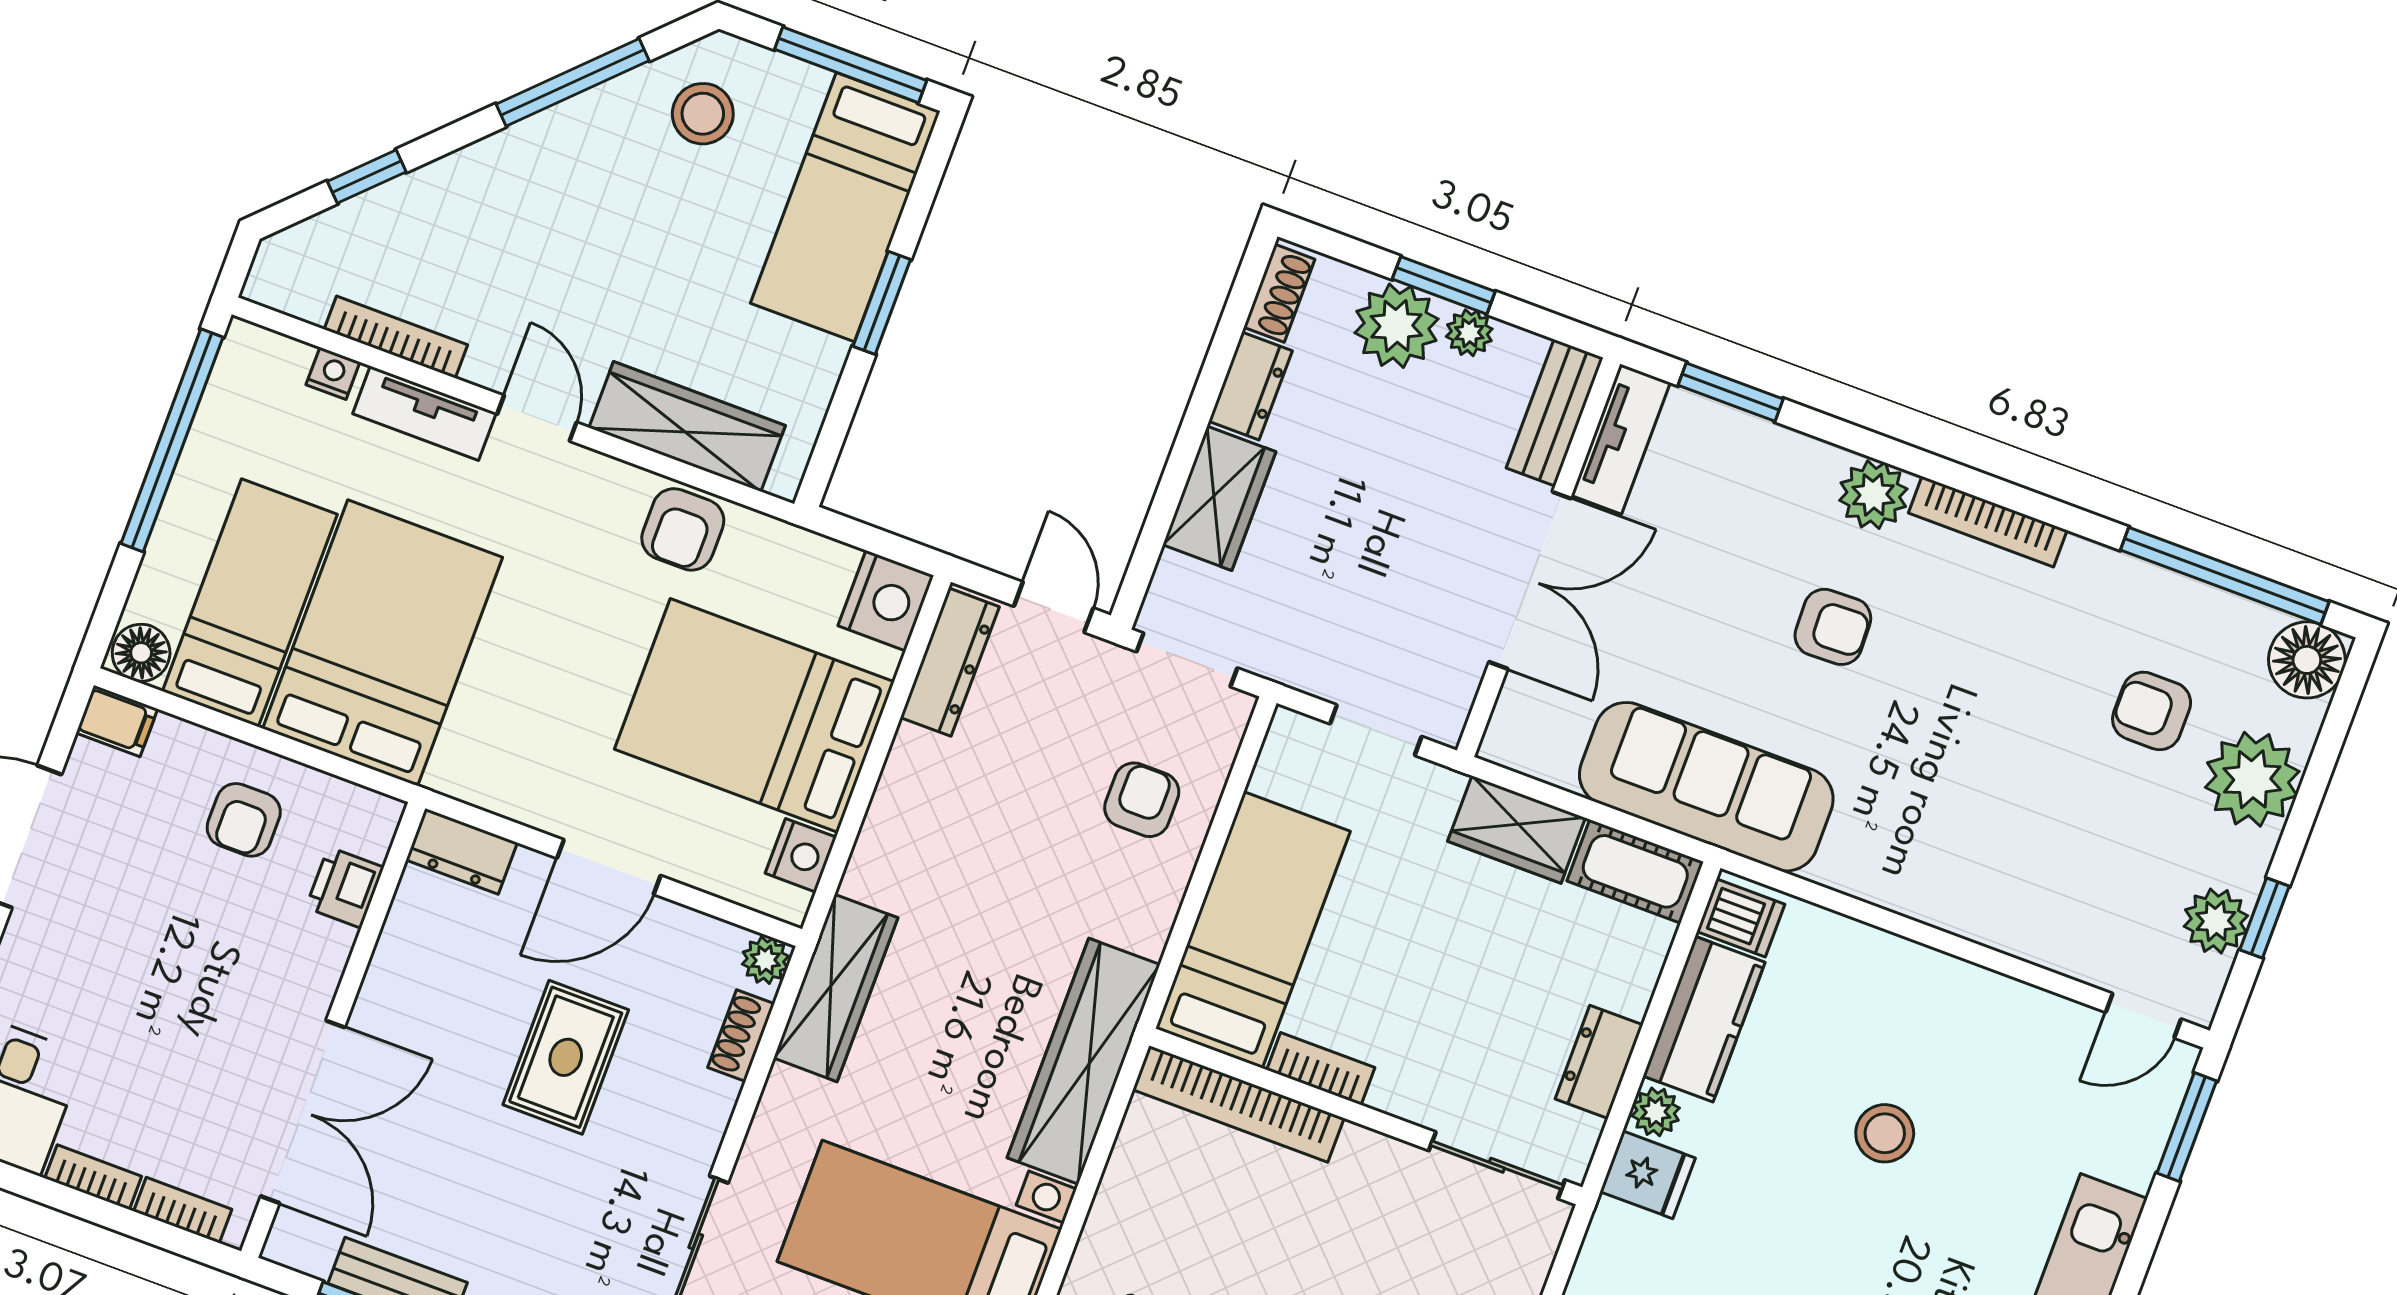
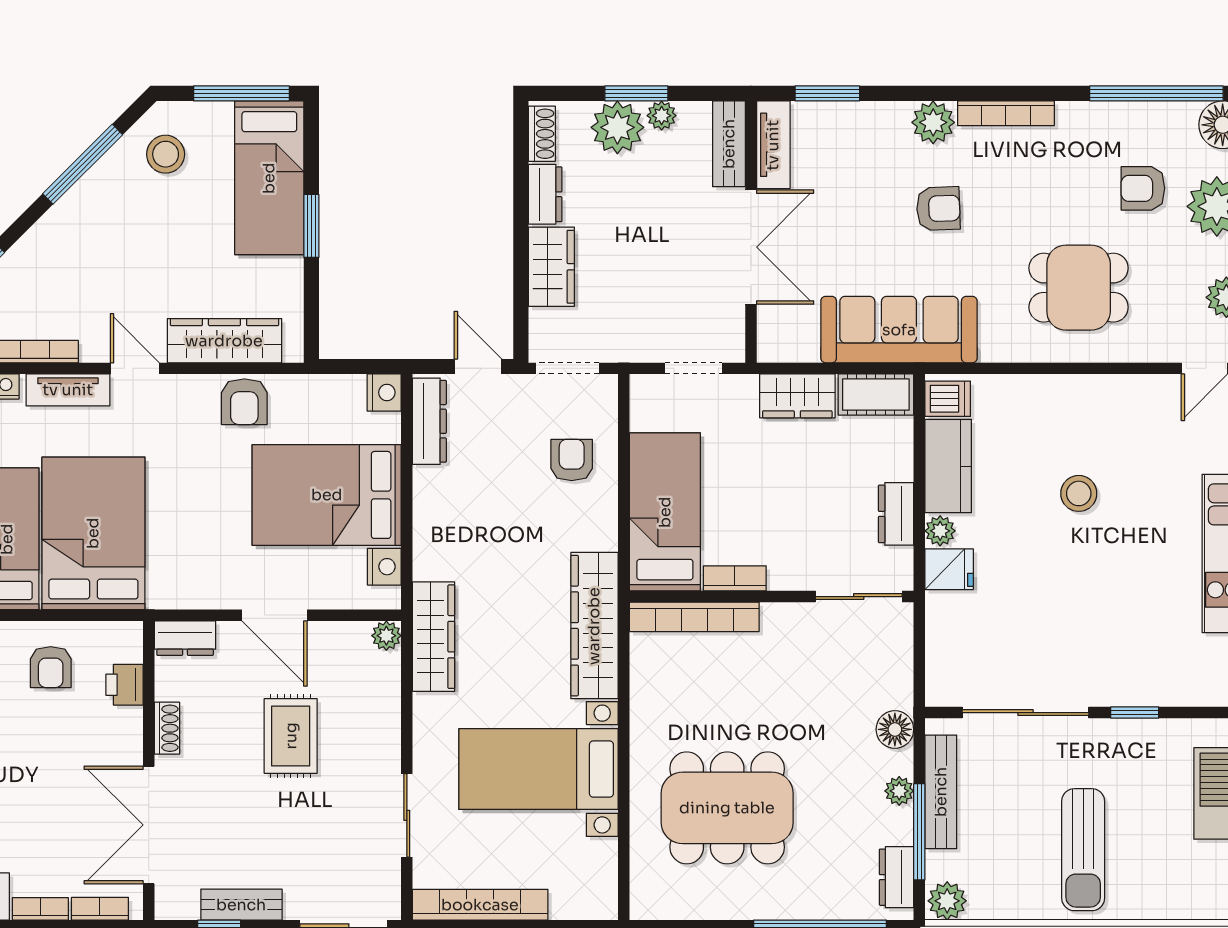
nightstand: (886, 601) -> (384, 392), width x0.74, depth x0.75
dining table: (1999, 824) -> (1079, 288), added
door: (609, 867) -> (274, 615), hinge flipped
shoe rack: (741, 1036) -> (167, 728), moved, turned 180
double door: (303, 1112) -> (149, 825), swing flipped

